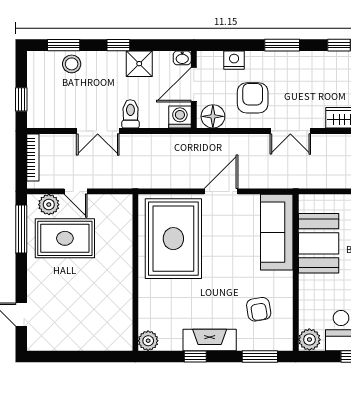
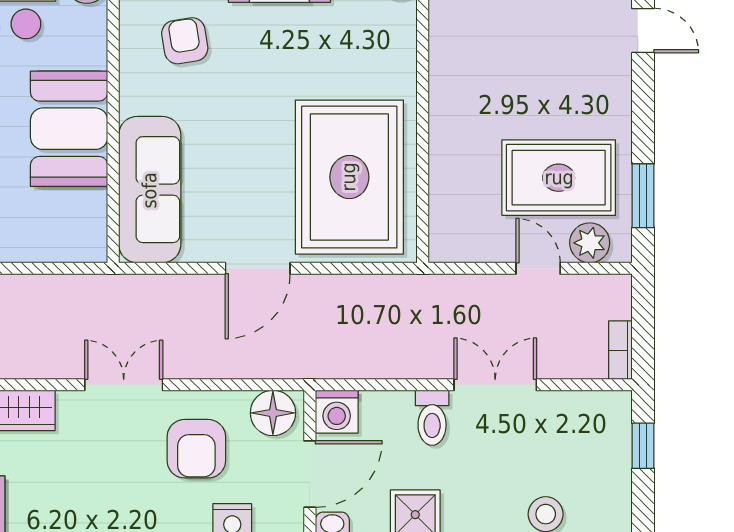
bookcase: (33, 157) -> (620, 350), width x0.64
window: (21, 229) -> (643, 196), width x0.69
booth: (319, 243) -> (69, 129), moved

